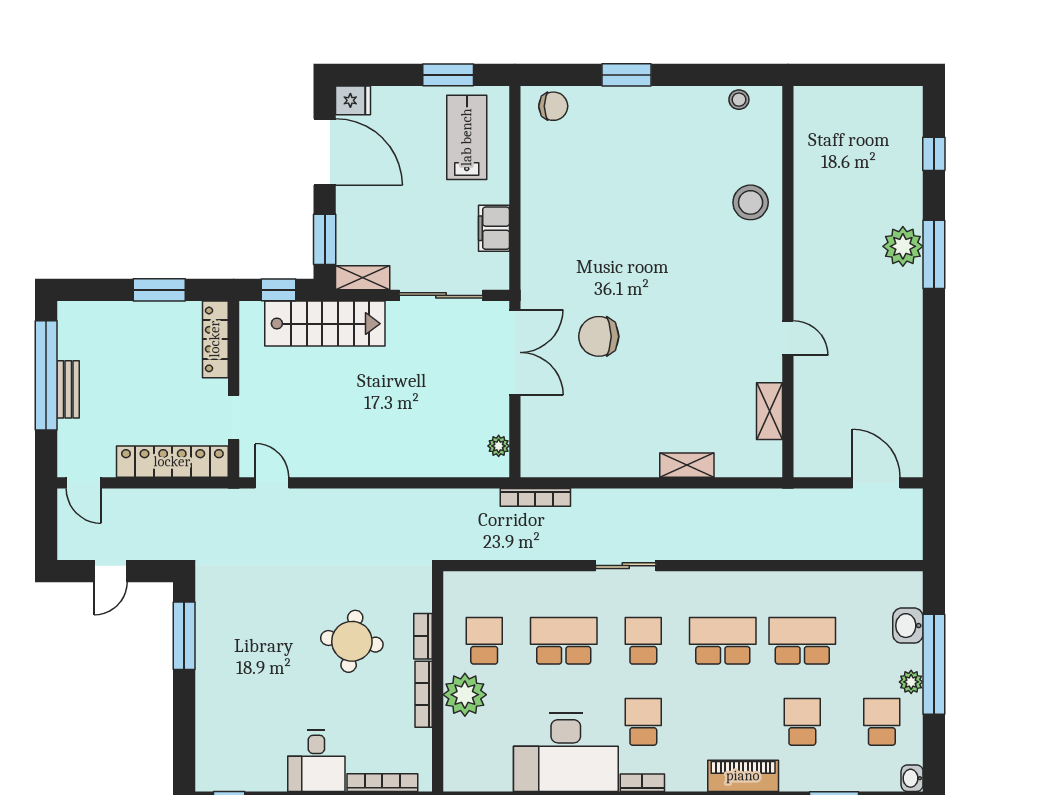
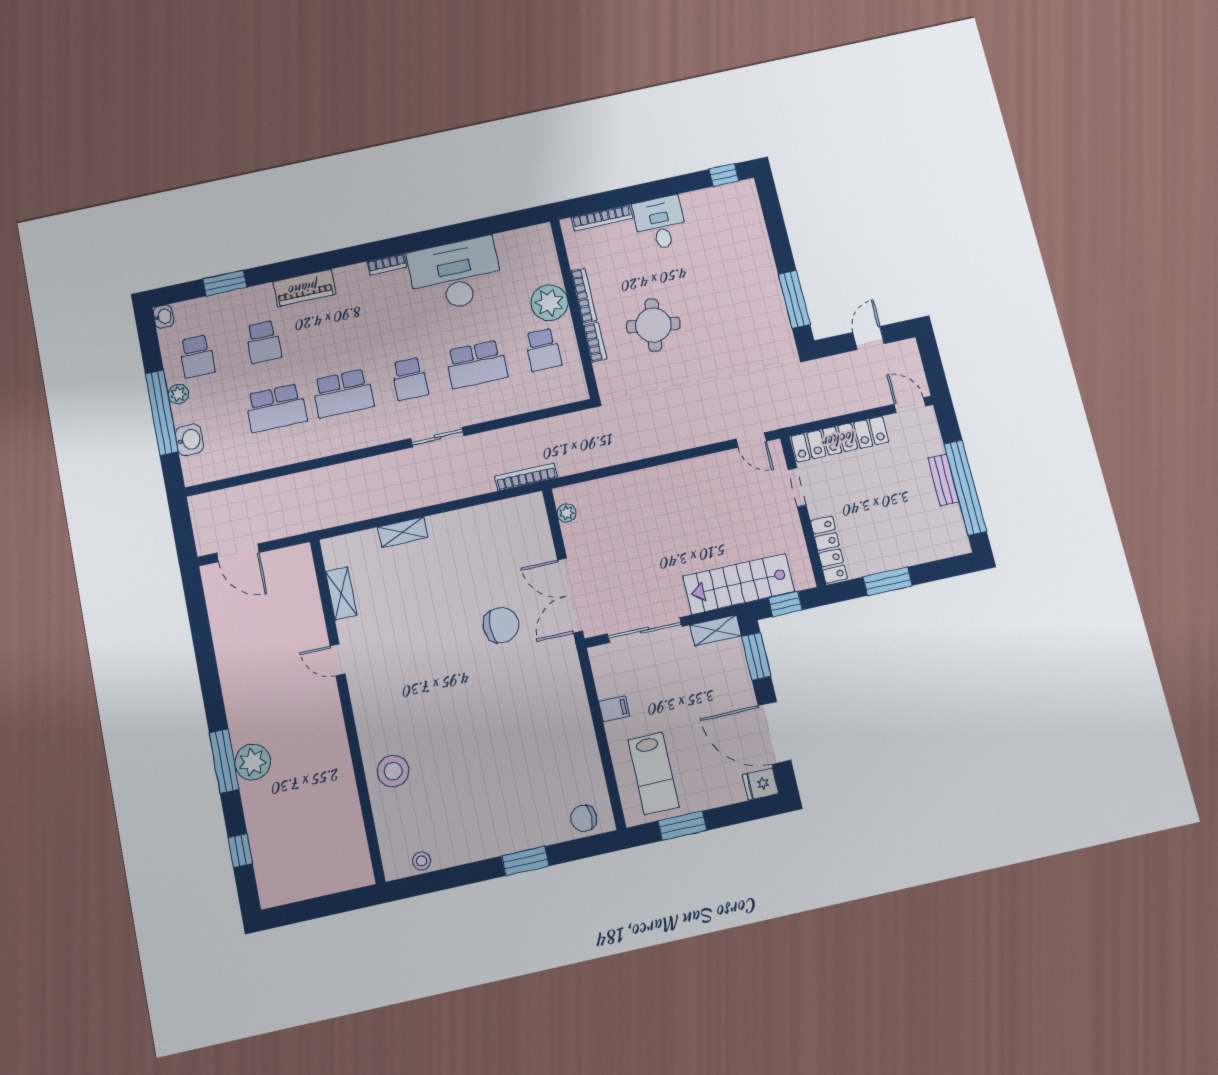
filing cabinet: (494, 228) -> (614, 709), width x0.50
school desk: (643, 722) -> (396, 313), removed

